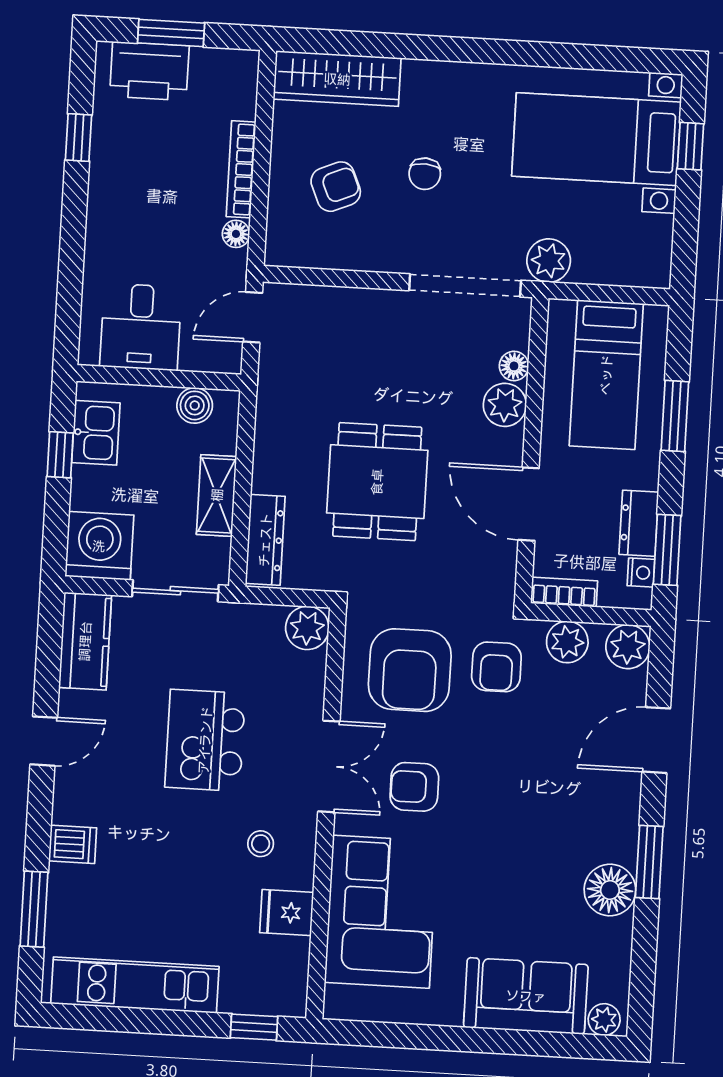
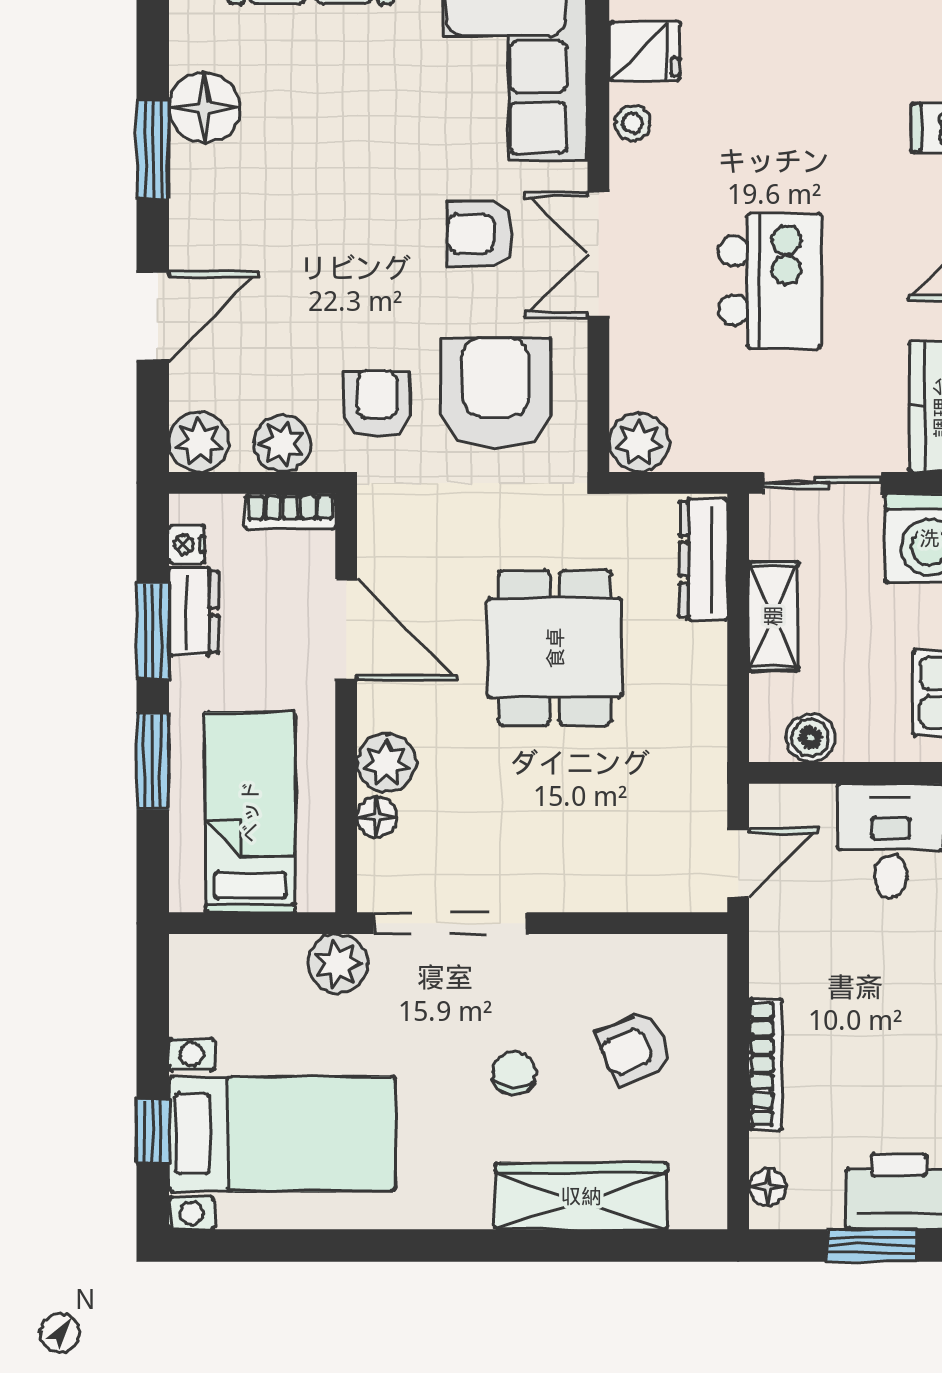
wardrobe: (337, 79) -> (581, 1196), moved
floor lamp: (236, 234) -> (768, 1187), moved
window: (667, 550) -> (153, 631), moved
armchair: (414, 787) -> (480, 233), turned 180
stool: (261, 844) -> (633, 123), moved

